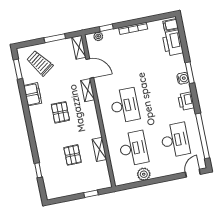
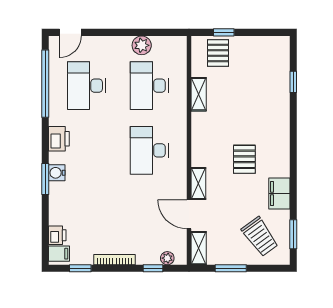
window: (155, 18) -> (80, 268), added
printer: (173, 43) -> (57, 235), width x0.53, depth x0.68
pallet: (73, 155) -> (218, 53), moved

